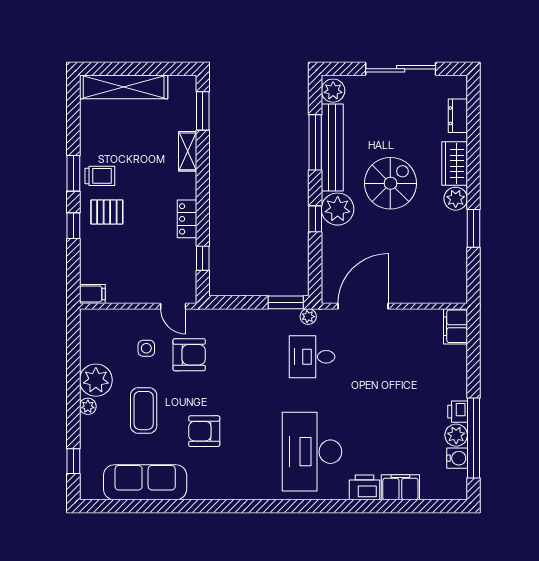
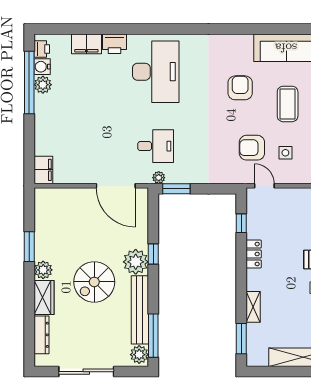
dresser: (458, 116) -> (42, 335), width x1.44
window: (315, 142) -> (153, 336), moved
door: (363, 306) -> (116, 186), hinge flipped
printer: (458, 412) -> (42, 49), moved
armchair: (204, 431) -> (240, 88), turned -90

